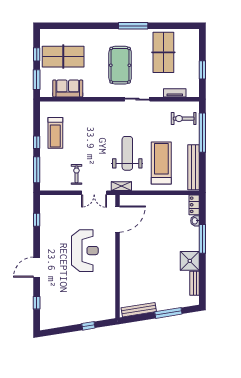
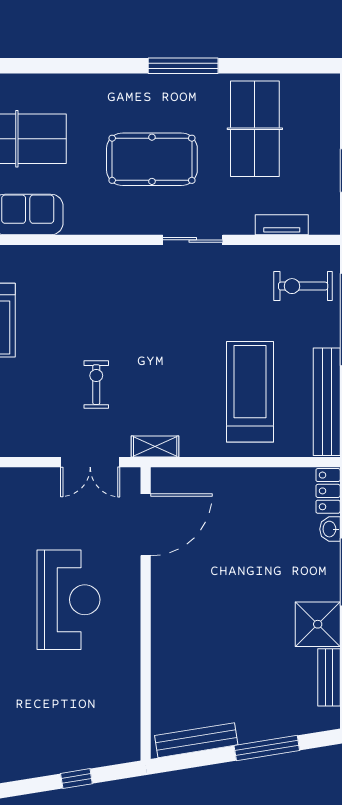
pool table: (120, 65) -> (152, 159), turned 90
weight bench: (127, 153) -> (169, 369), removed
exercise bike: (76, 174) -> (96, 385), moved

